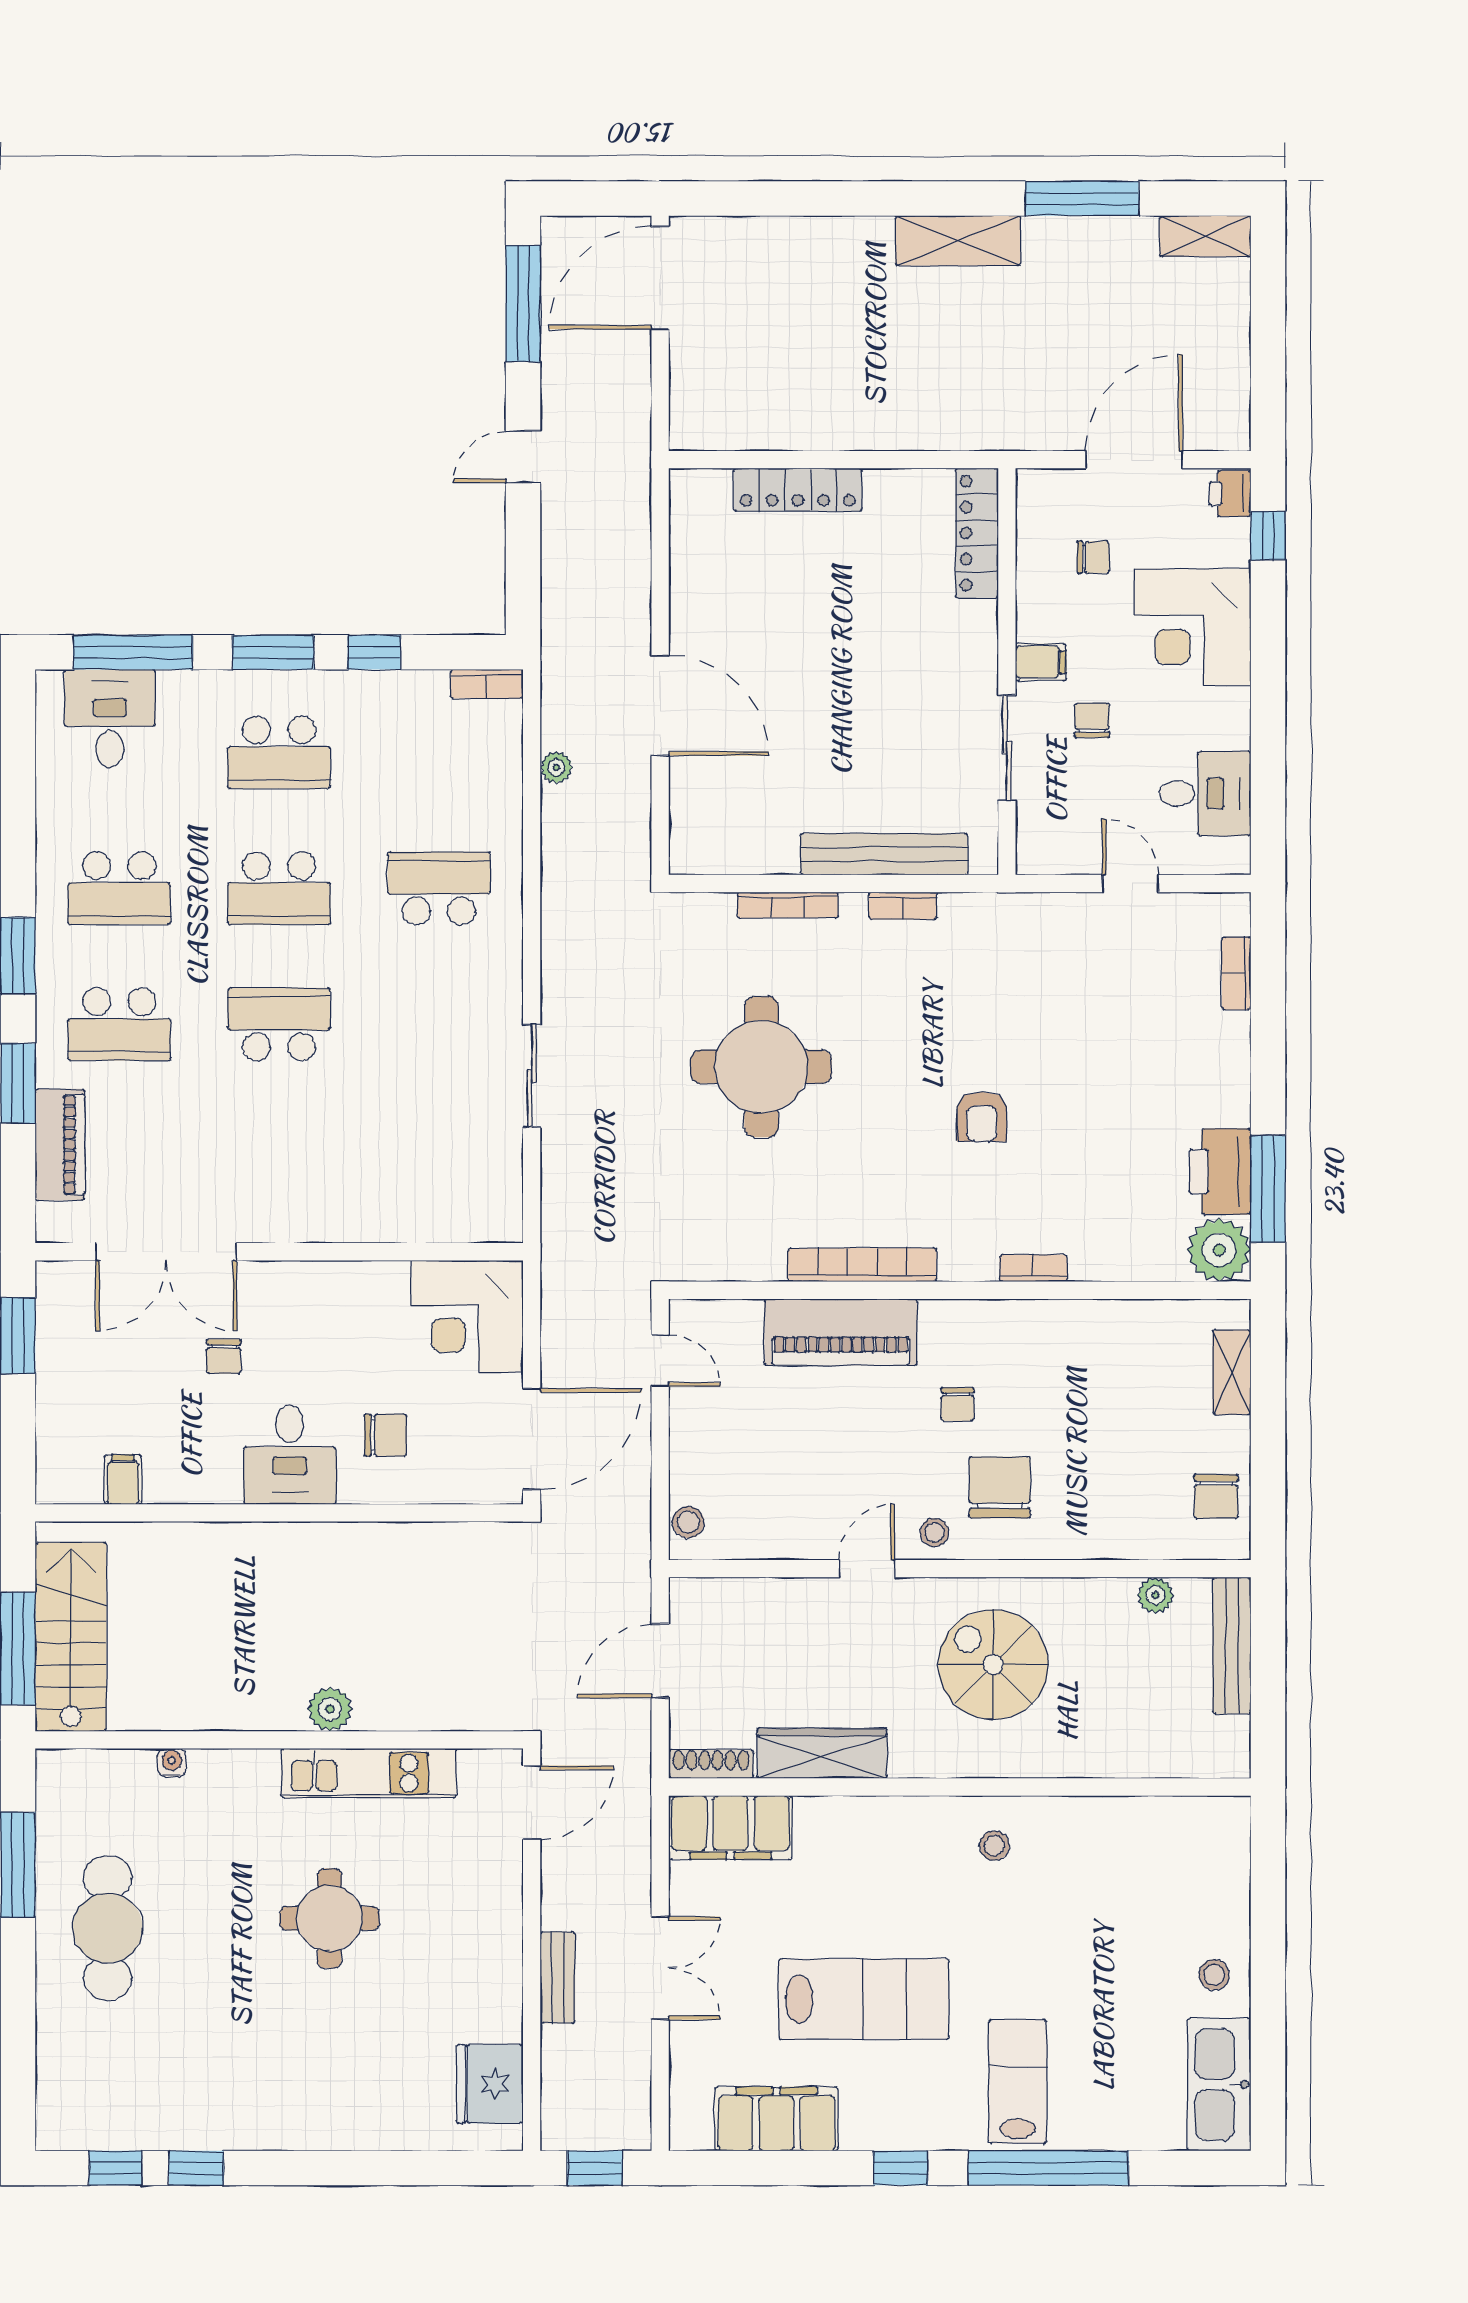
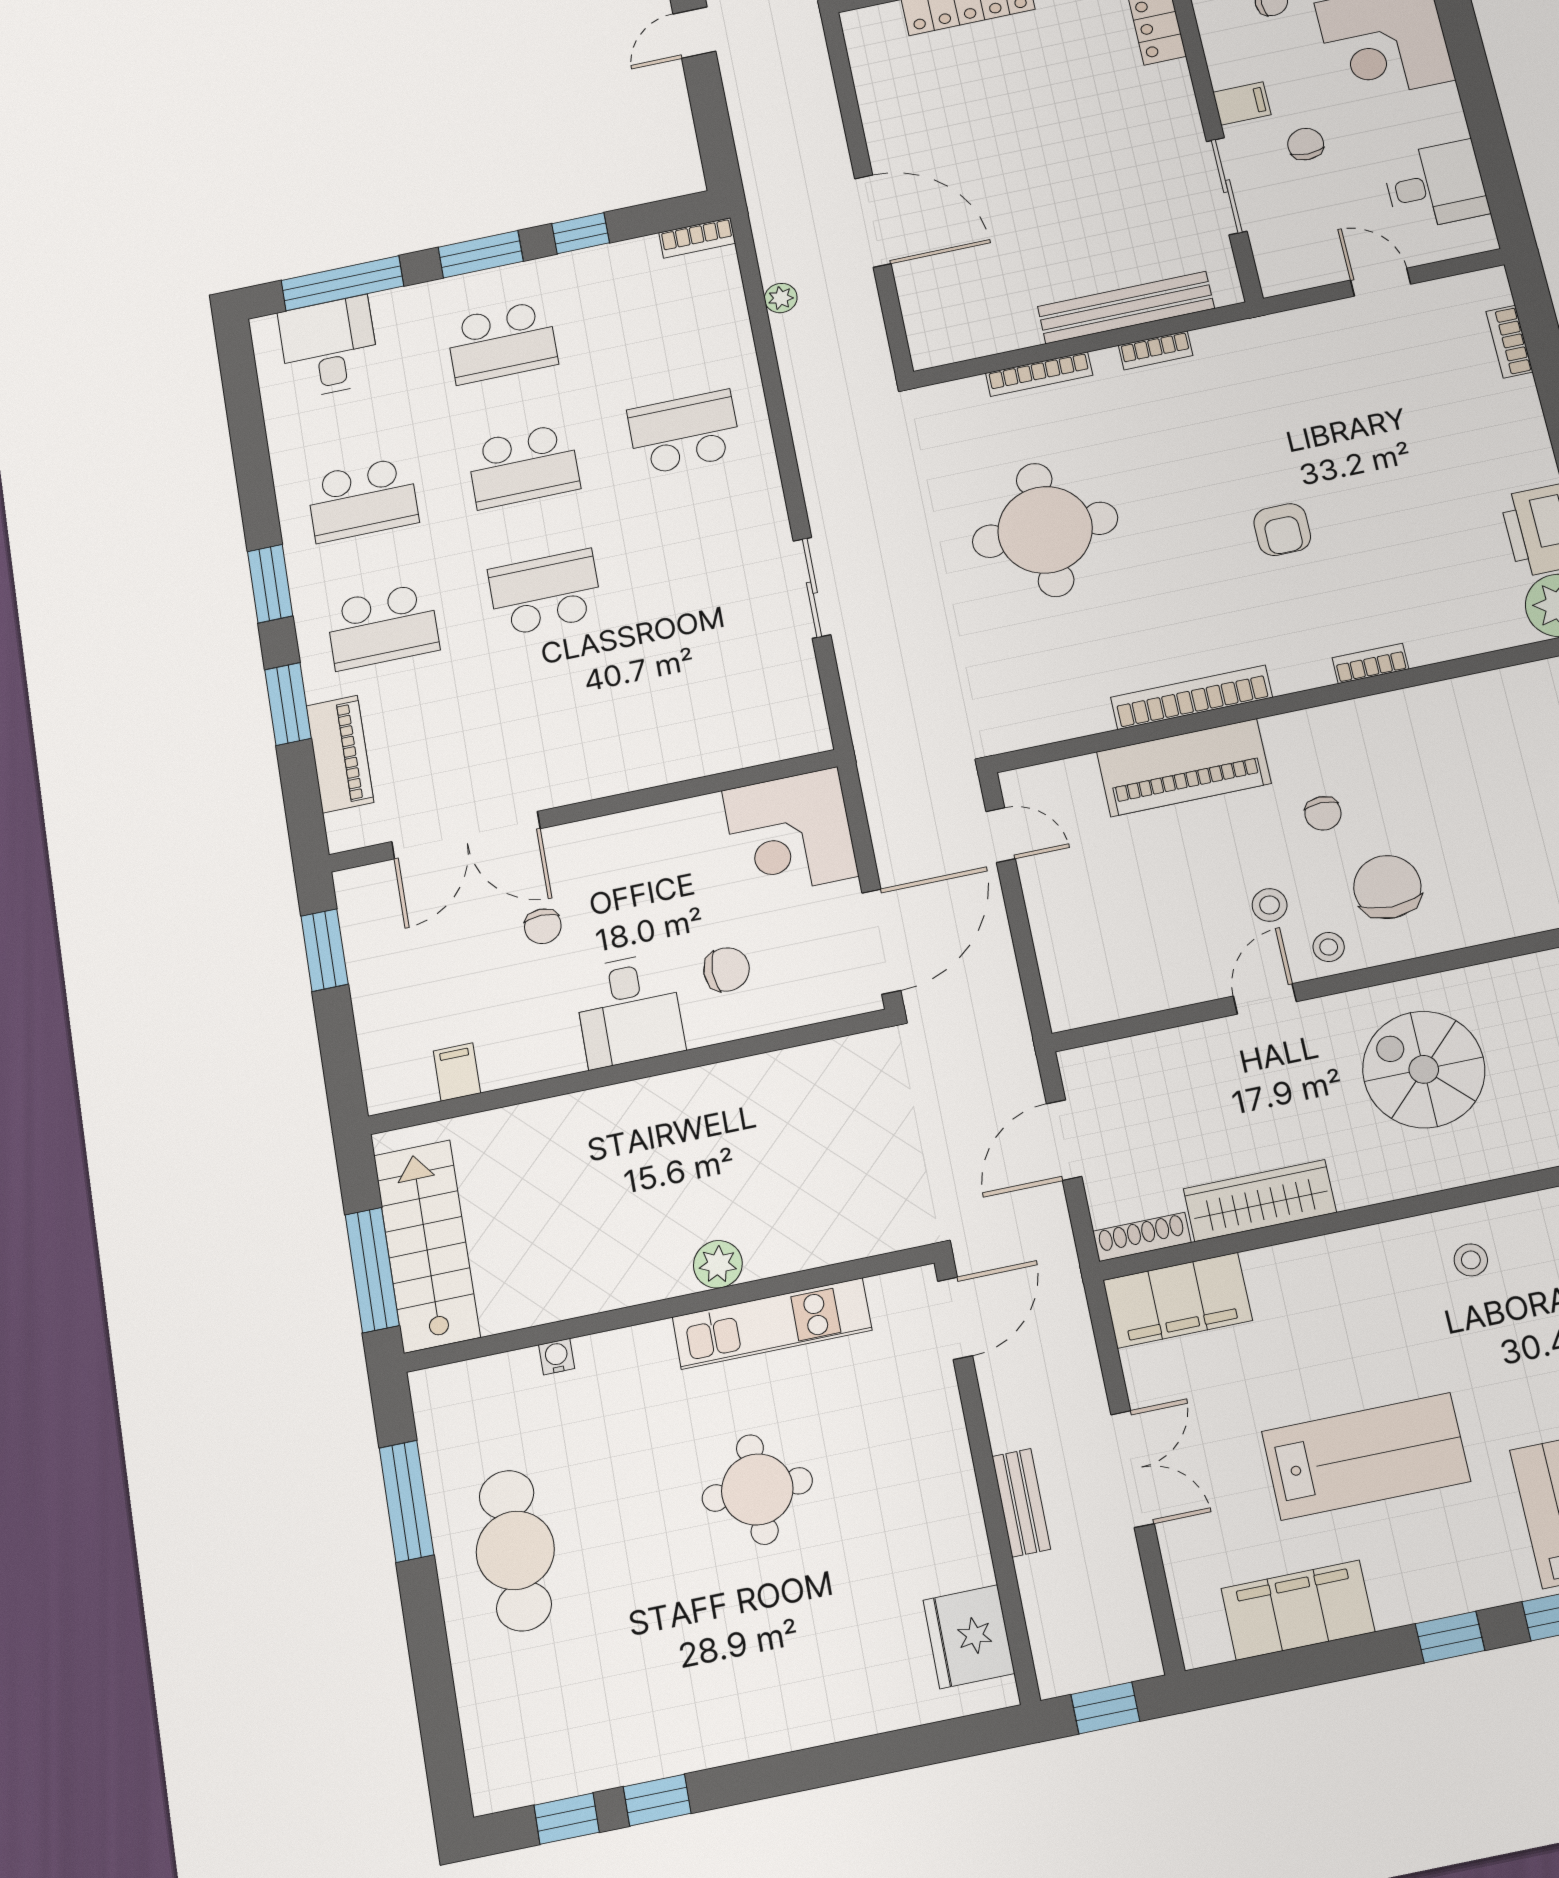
stool: (688, 1522) -> (1270, 905), moved

